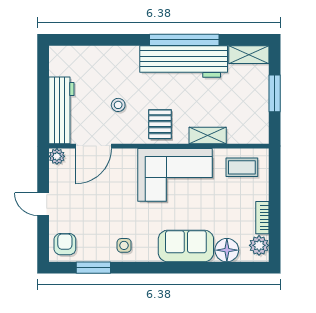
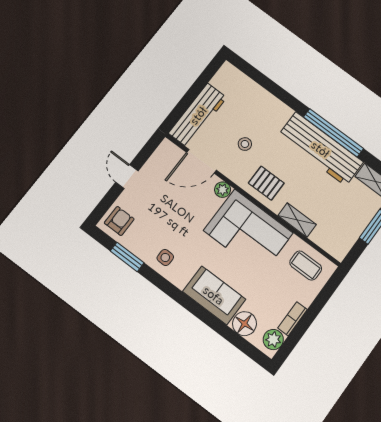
pallet: (160, 124) -> (266, 183), turned 90
plant: (57, 156) -> (223, 190), moved

